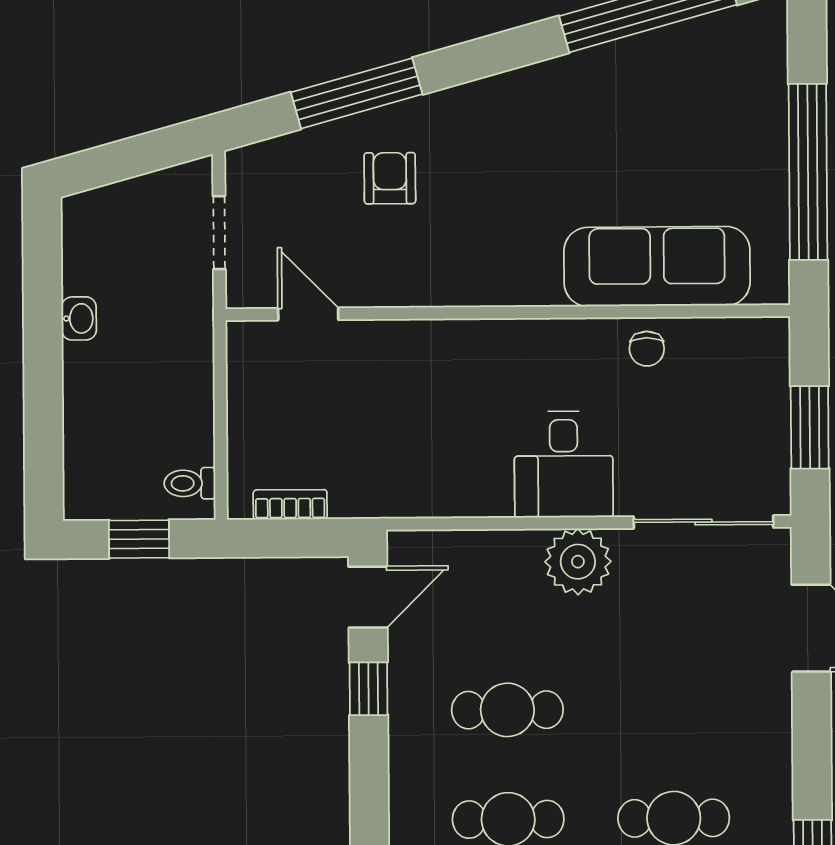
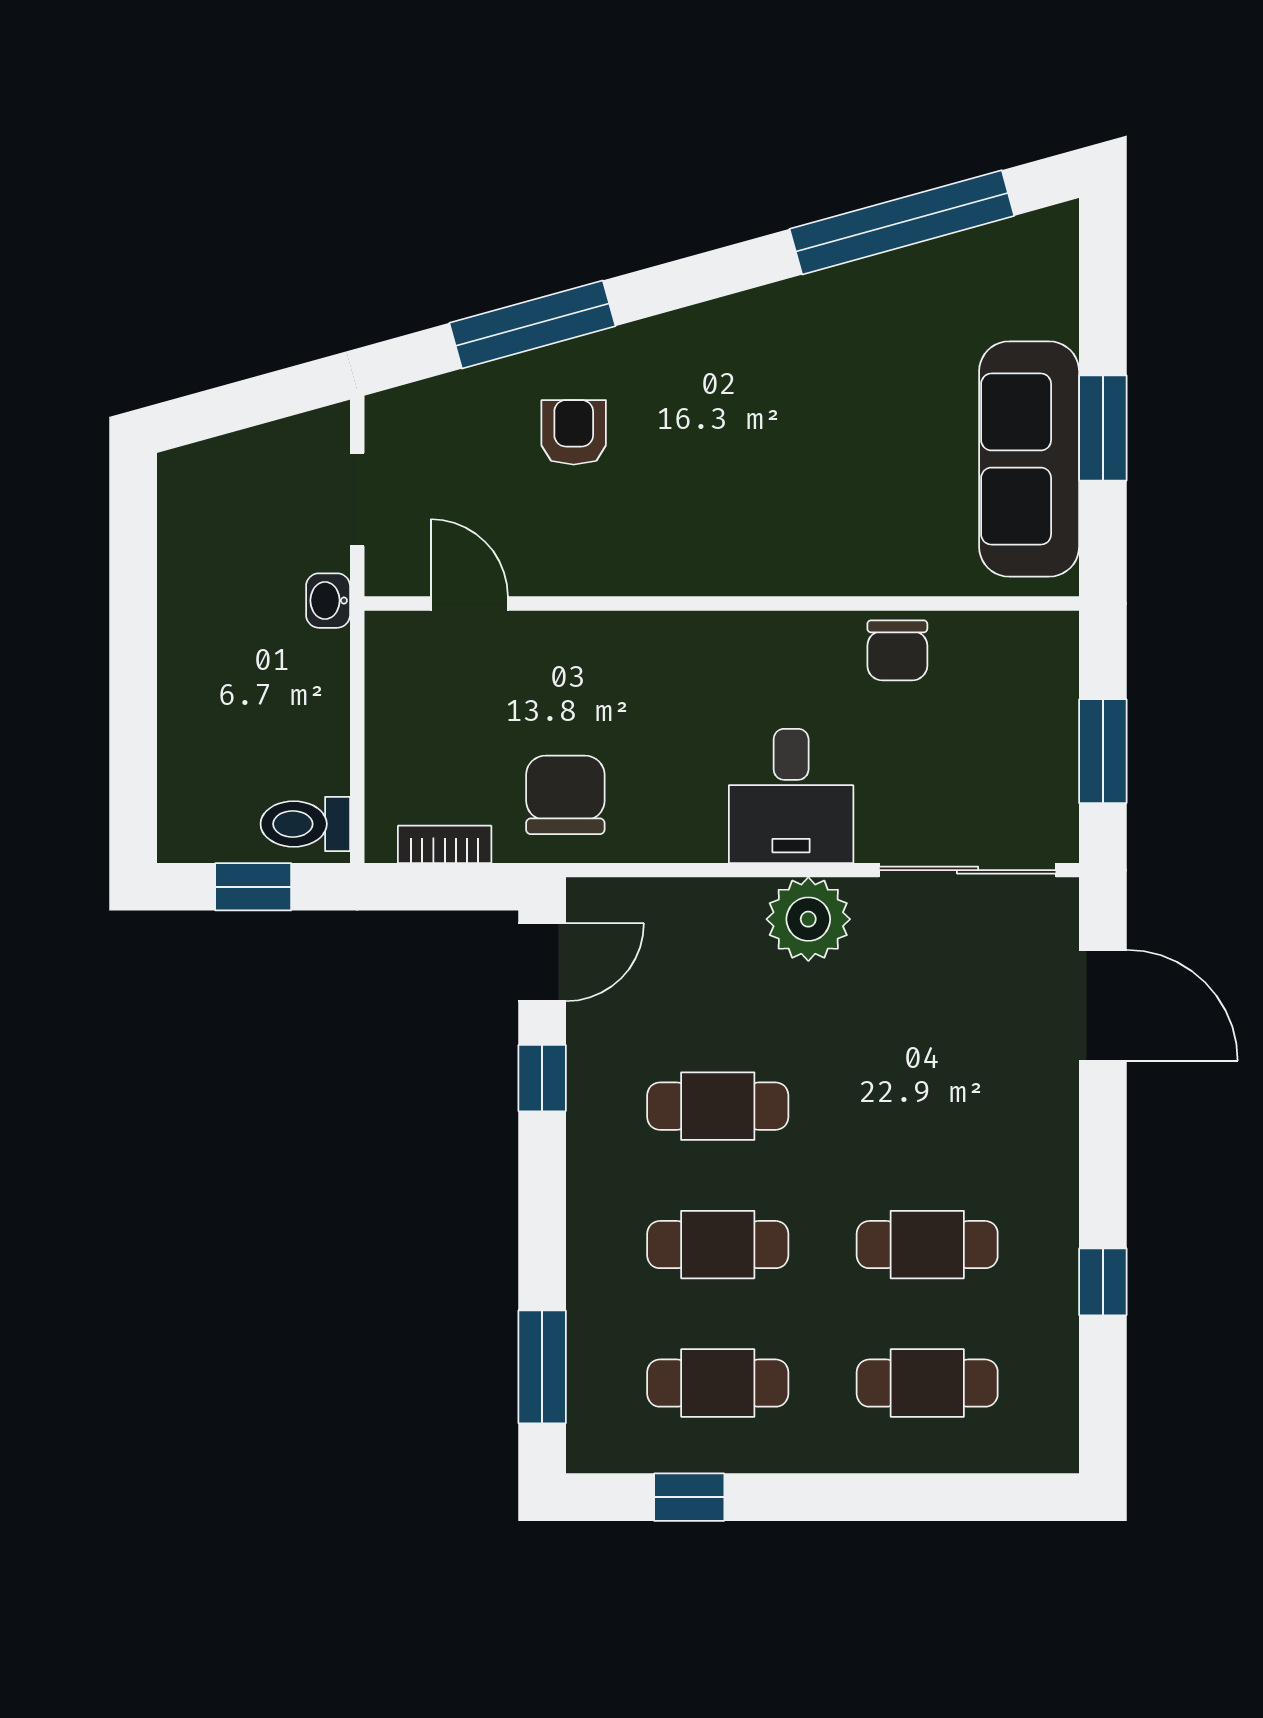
window: (808, 172) -> (1103, 428), width x0.47
sofa: (657, 266) -> (1029, 459), moved, turned -90
washbasin: (79, 318) -> (328, 601), moved, turned 180
chair: (647, 349) -> (897, 650), width x1.37, depth x1.37
chair: (385, 465) -> (565, 795), added
toilet: (190, 483) -> (305, 824), width x1.37, depth x1.39

